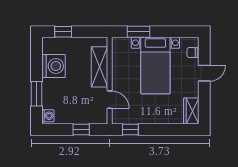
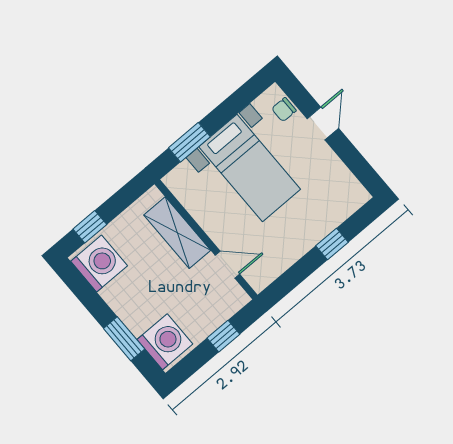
washing machine: (54, 66) -> (99, 264), moved
wardrobe: (191, 111) -> (348, 188), removed
washing machine: (48, 116) -> (165, 342), width x1.89, depth x1.89
window: (130, 130) -> (332, 244), moved

